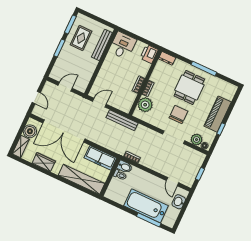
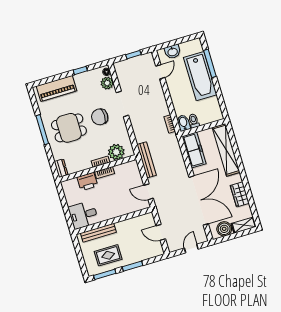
printer: (149, 54) -> (87, 182), moved
piano: (218, 114) -> (56, 88), moved

